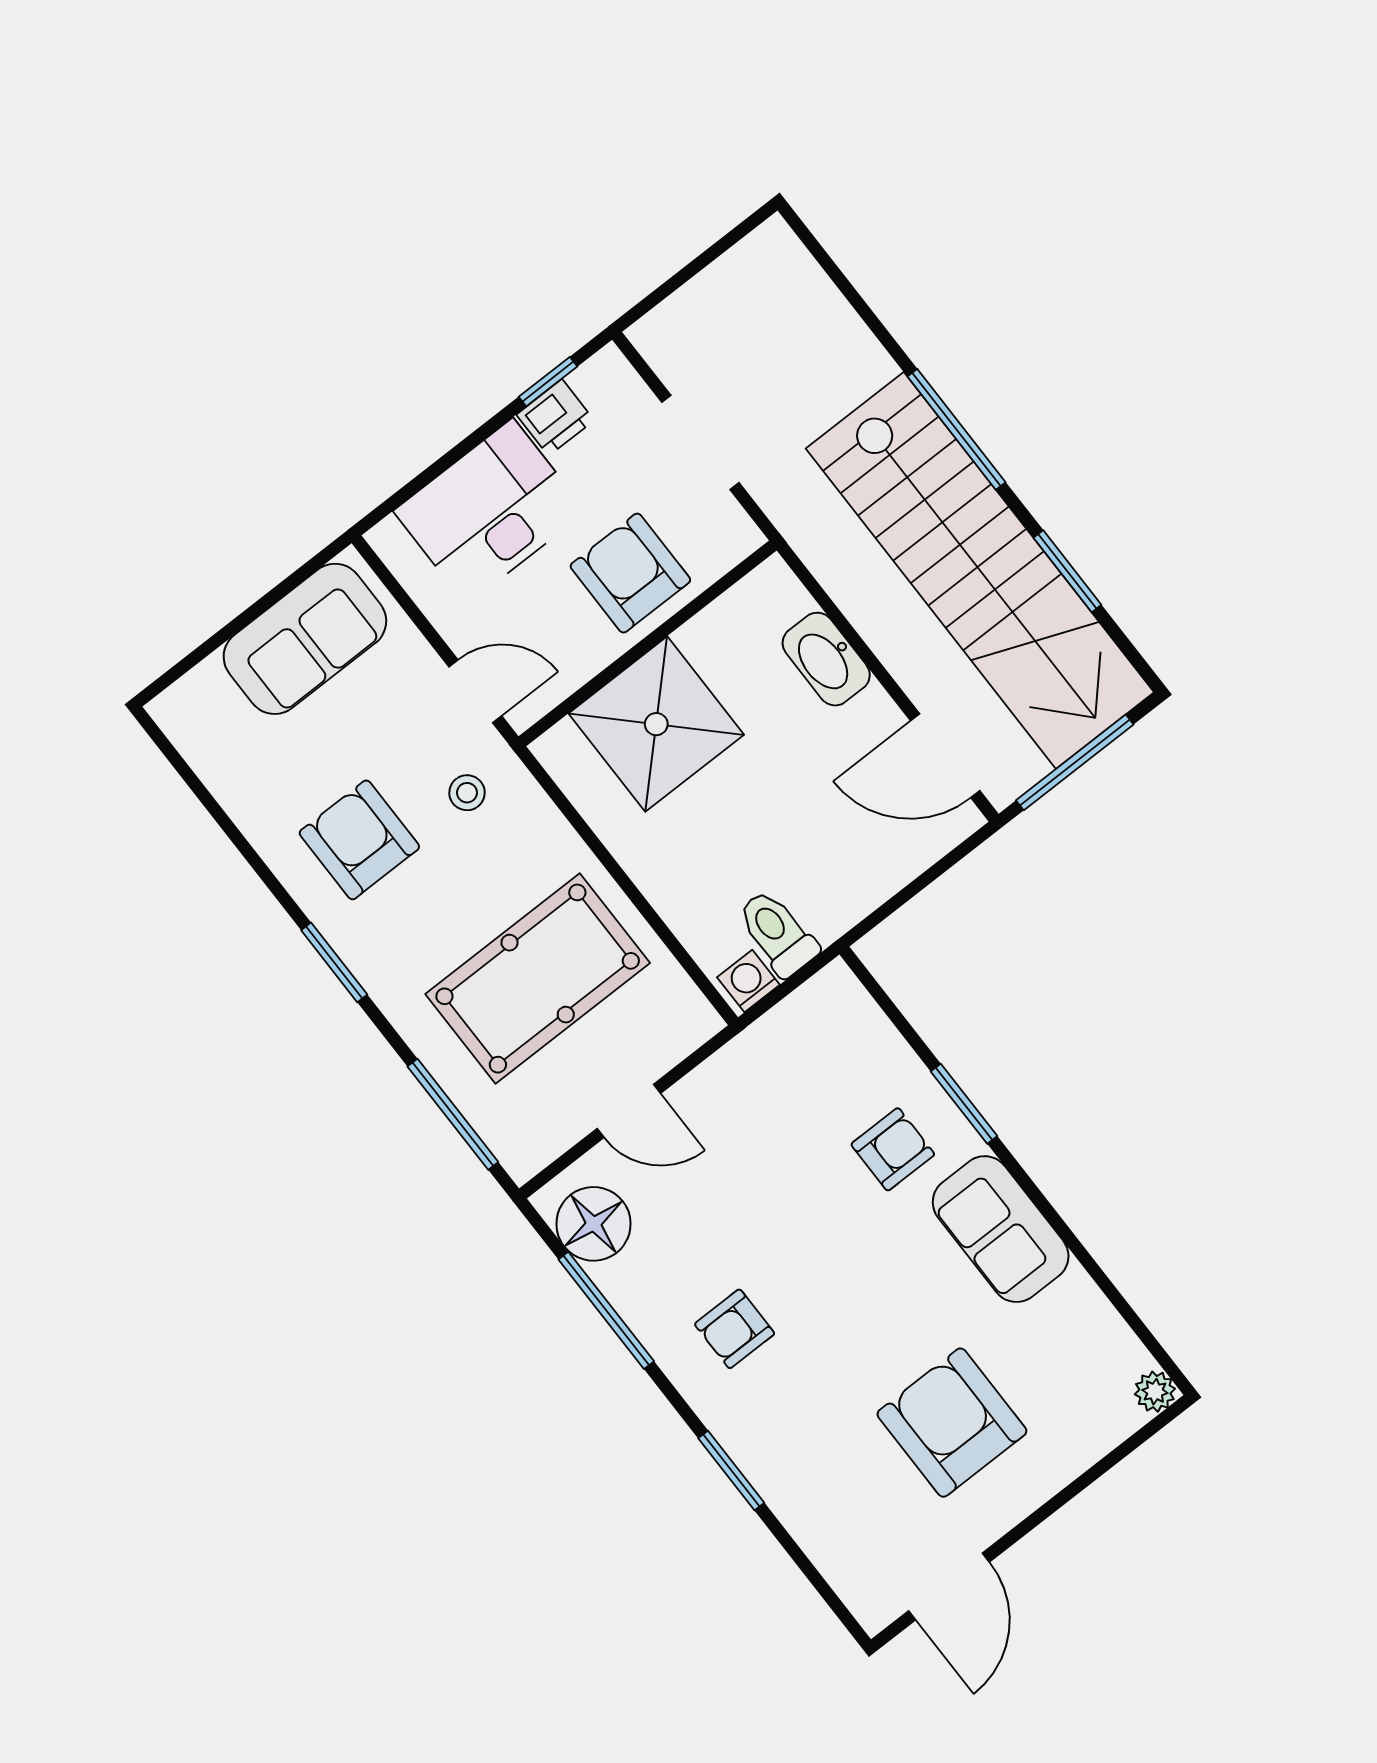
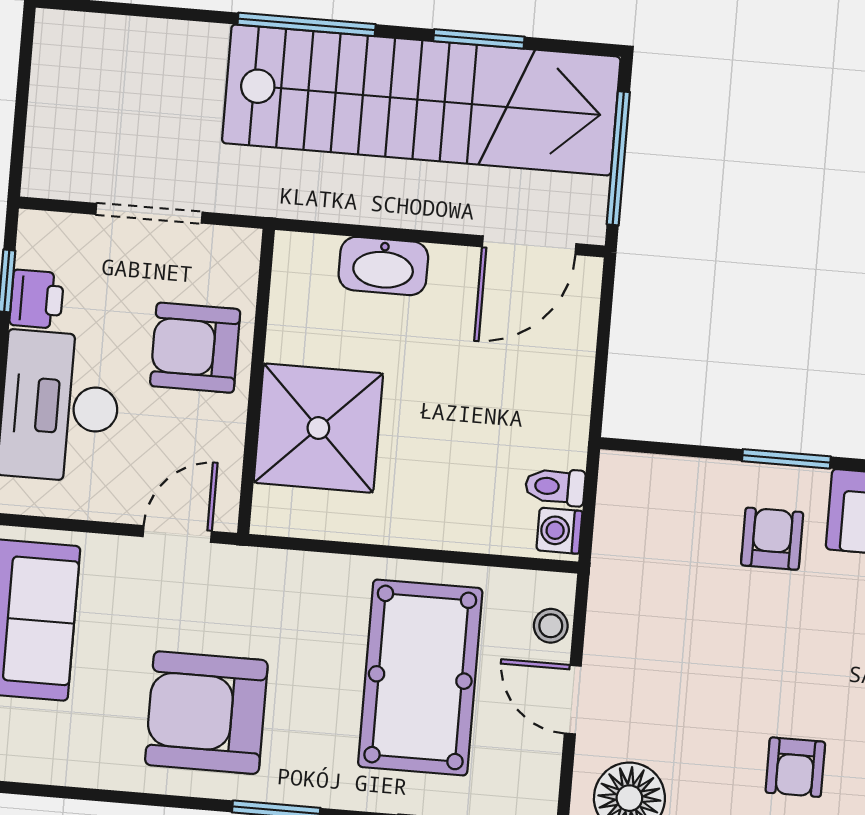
stool: (467, 793) -> (551, 626), moved
armchair: (359, 840) -> (206, 713), width x1.36, depth x1.36
toilet: (777, 933) -> (555, 487), width x0.73, depth x0.72
door: (629, 1111) -> (573, 700), swing flipped

